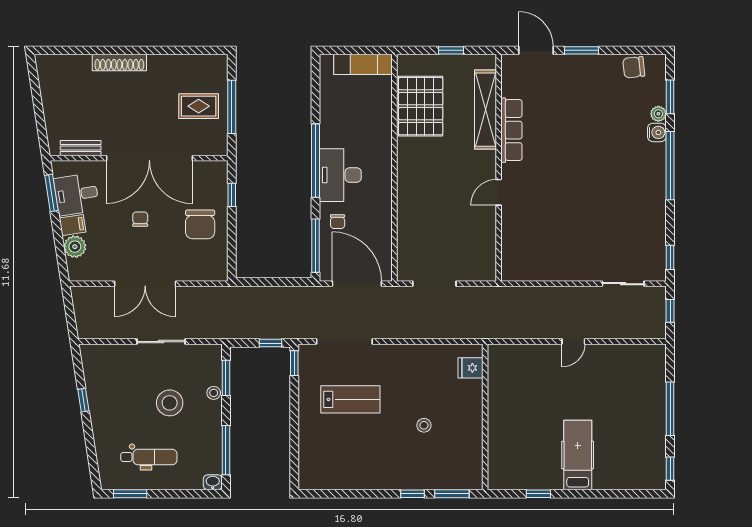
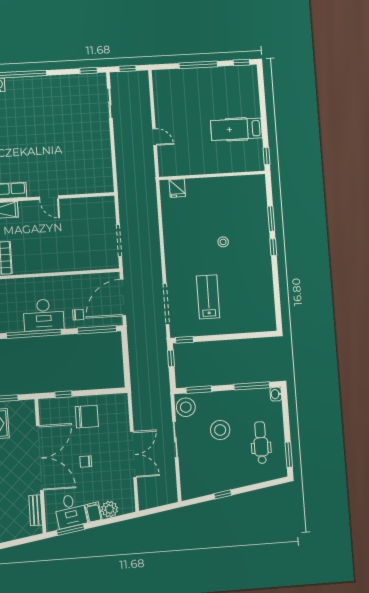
fridge: (470, 368) -> (177, 188), moved
stool: (214, 393) -> (186, 407), moved, width x1.89, depth x1.89
wall: (485, 417) -> (212, 175), moved

